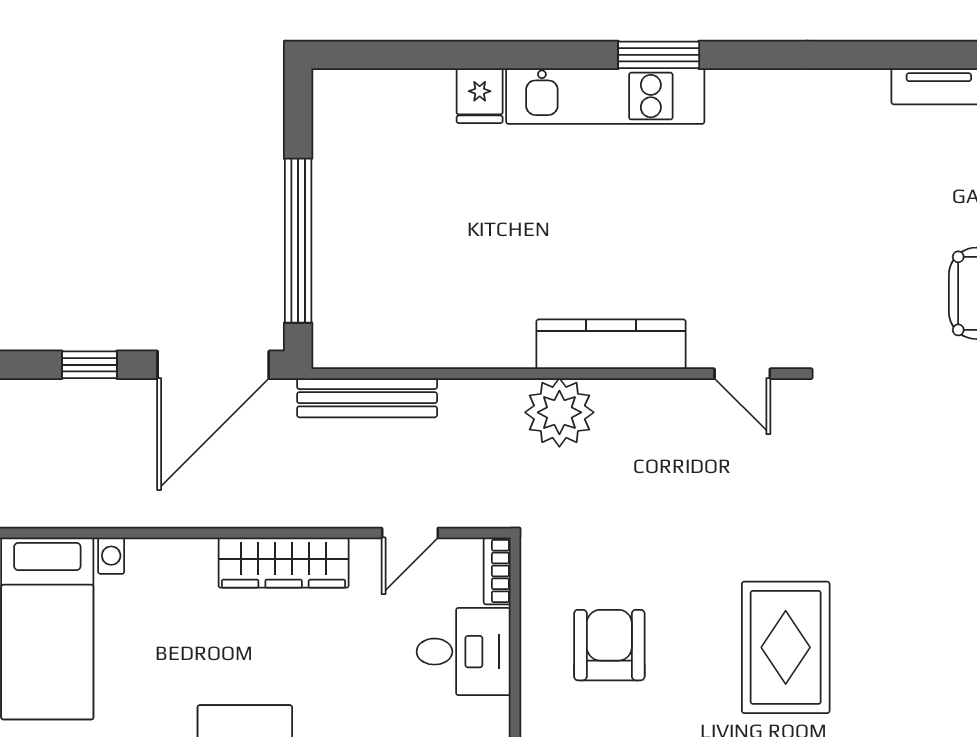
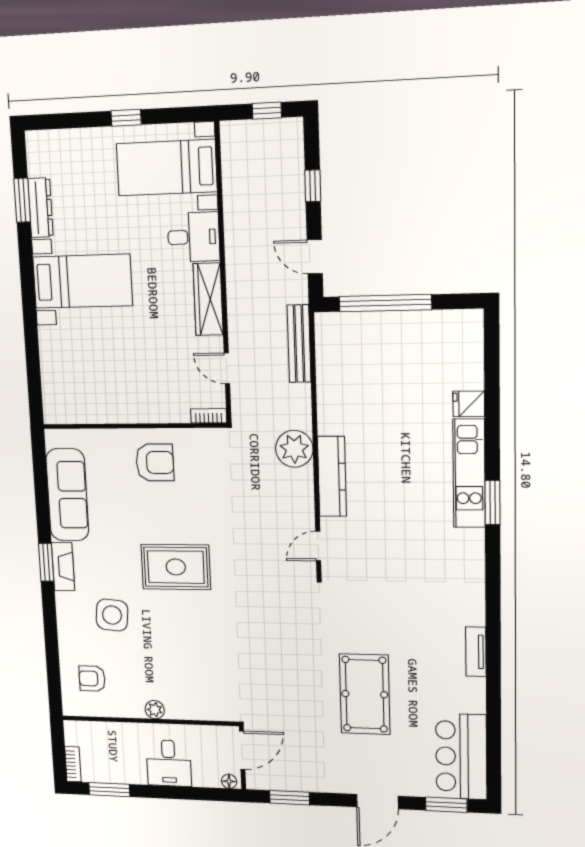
door: (213, 365) -> (315, 257), width x0.53
armchair: (609, 645) -> (155, 462), moved
desk: (464, 652) -> (194, 237), moved, turned -90

